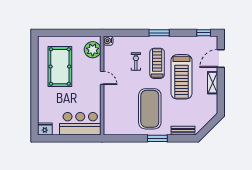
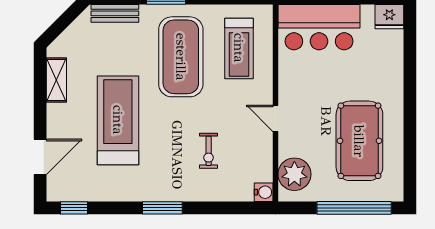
window: (63, 33) -> (354, 208), added
treadmill: (157, 63) -> (239, 48), moved
shelving: (213, 83) -> (56, 80), moved

